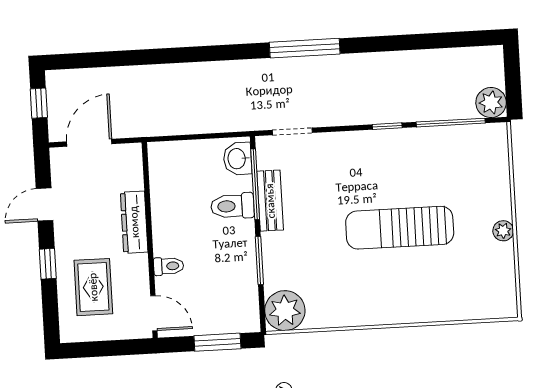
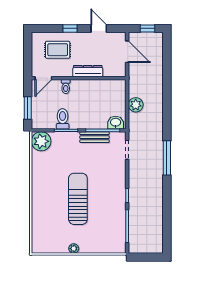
plant: (491, 103) -> (136, 105), moved
toilet: (232, 206) -> (63, 119), moved

